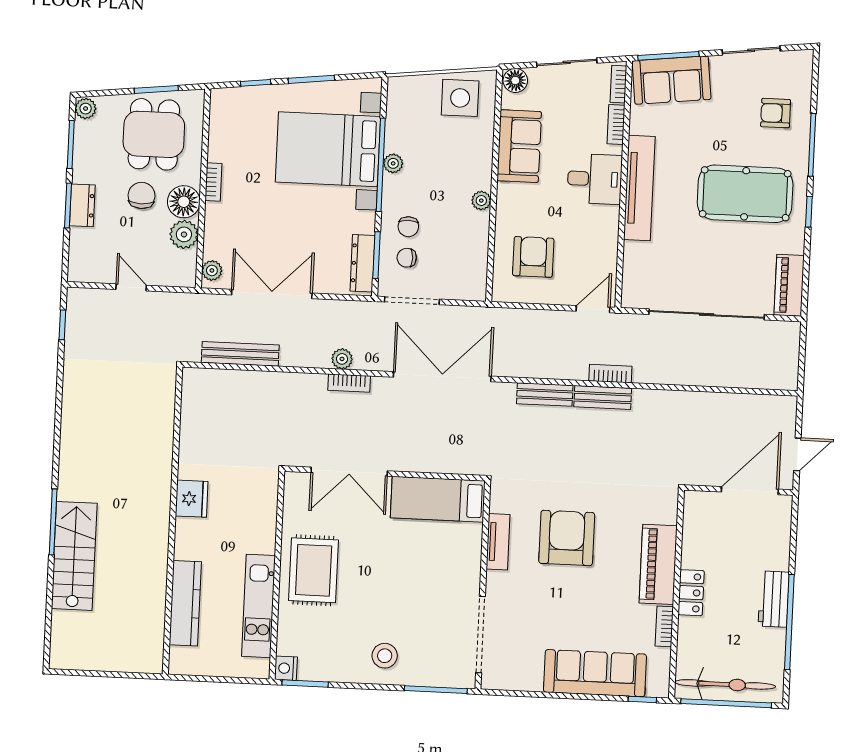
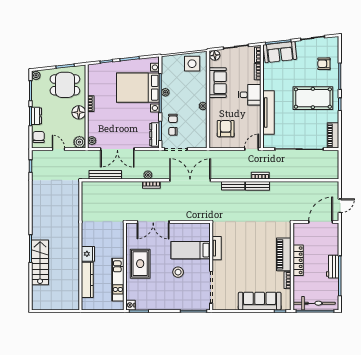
dining table: (154, 134) -> (65, 85), turned 90
tv unit: (639, 188) -> (269, 112), moved
chair: (142, 195) -> (39, 137), moved
plant: (184, 234) -> (79, 142), moved
double door: (272, 294) -> (117, 149), swing flipped
fridge: (192, 499) -> (88, 254), moved
bed: (438, 499) -> (191, 250), moved
armchair: (567, 538) -> (245, 245), removed
locker: (691, 593) -> (298, 260), width x1.53
stool: (385, 656) -> (178, 272), moved

